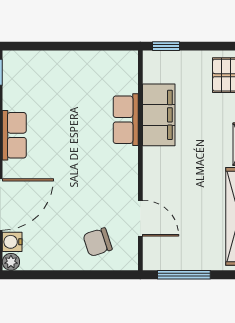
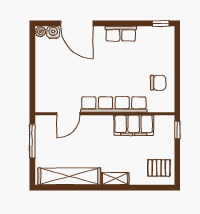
row of seats: (126, 120) -> (114, 104), width x2.02
chair: (98, 242) -> (158, 83), moved, turned 108

